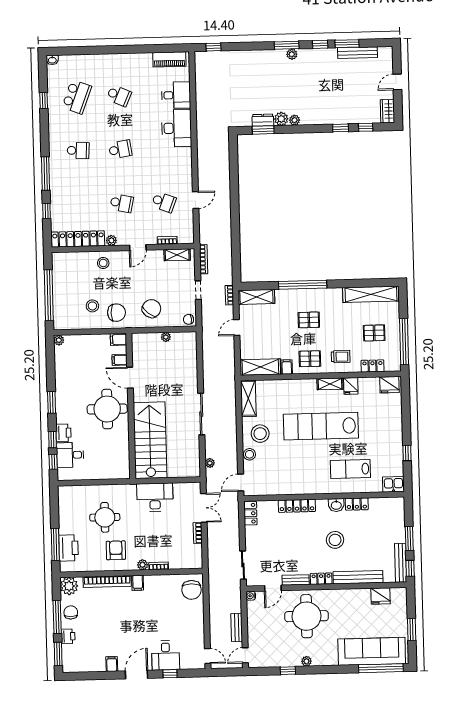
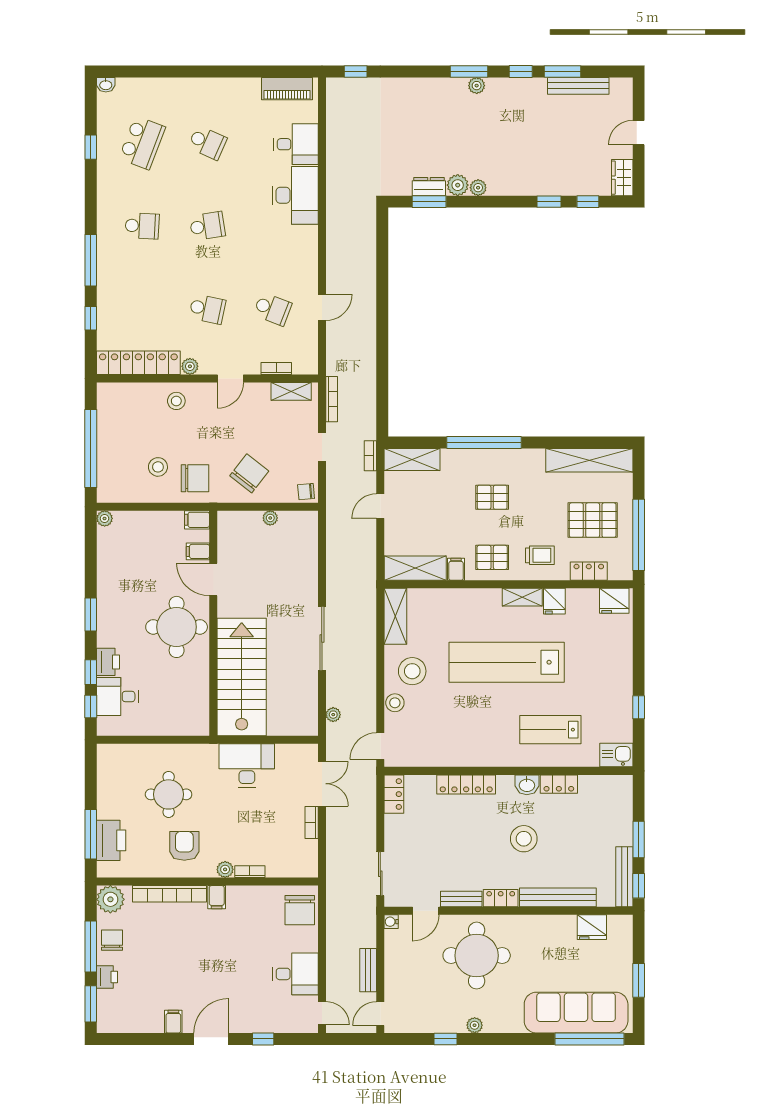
pallet: (374, 333) -> (593, 520), width x1.50, depth x1.42
desk: (166, 655) -> (295, 974), moved, turned -90

